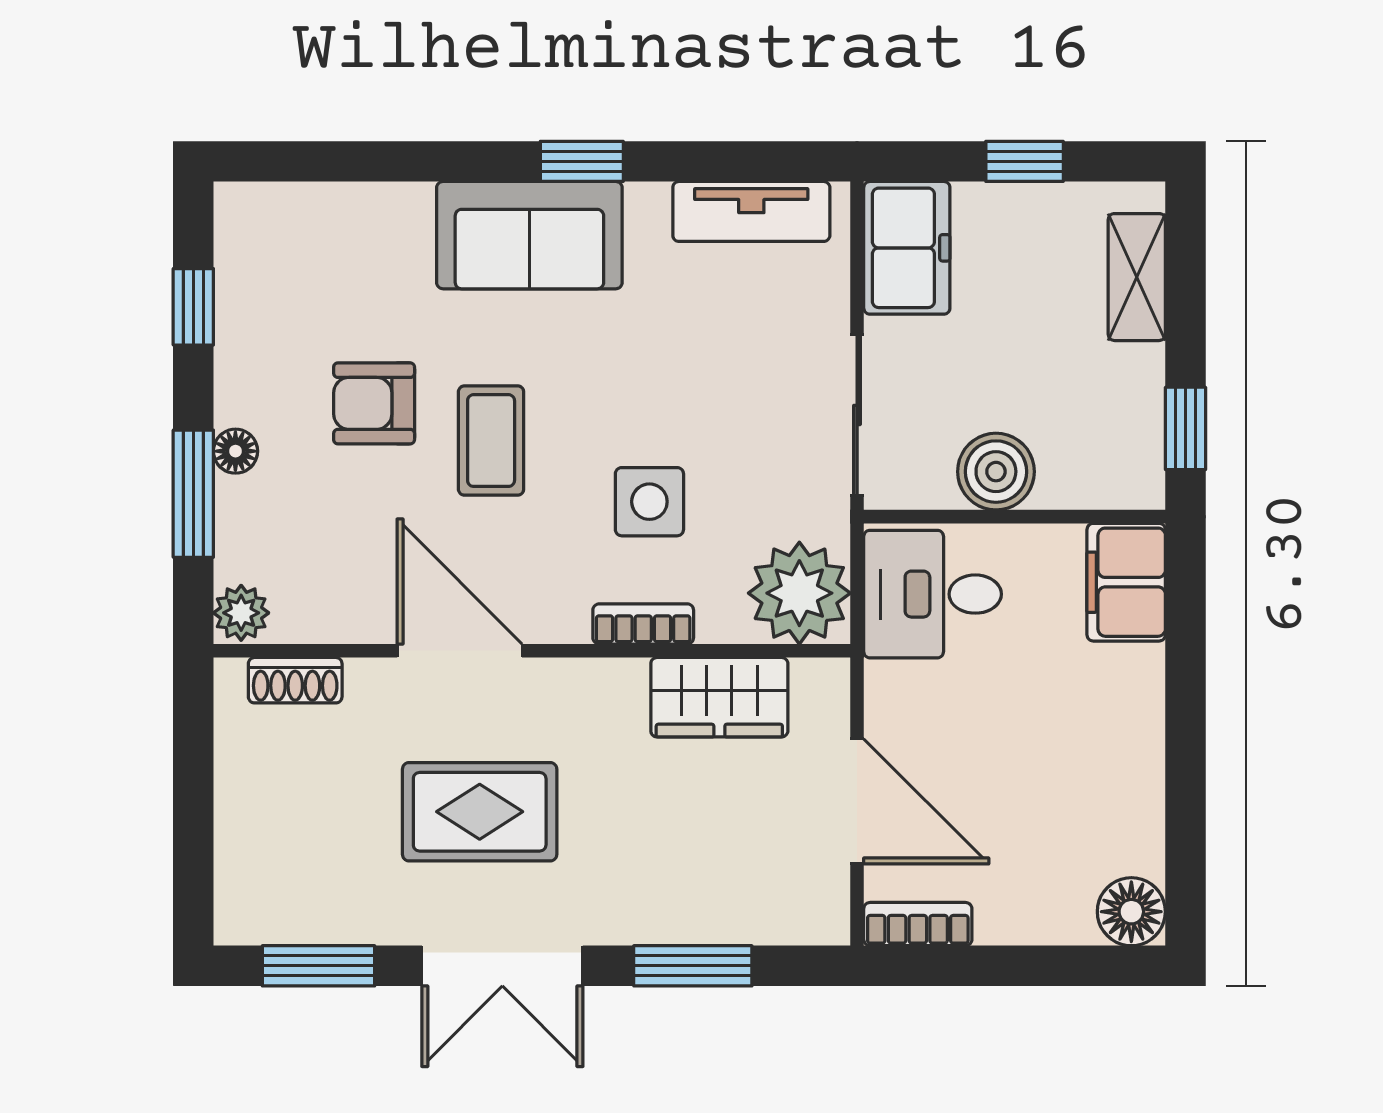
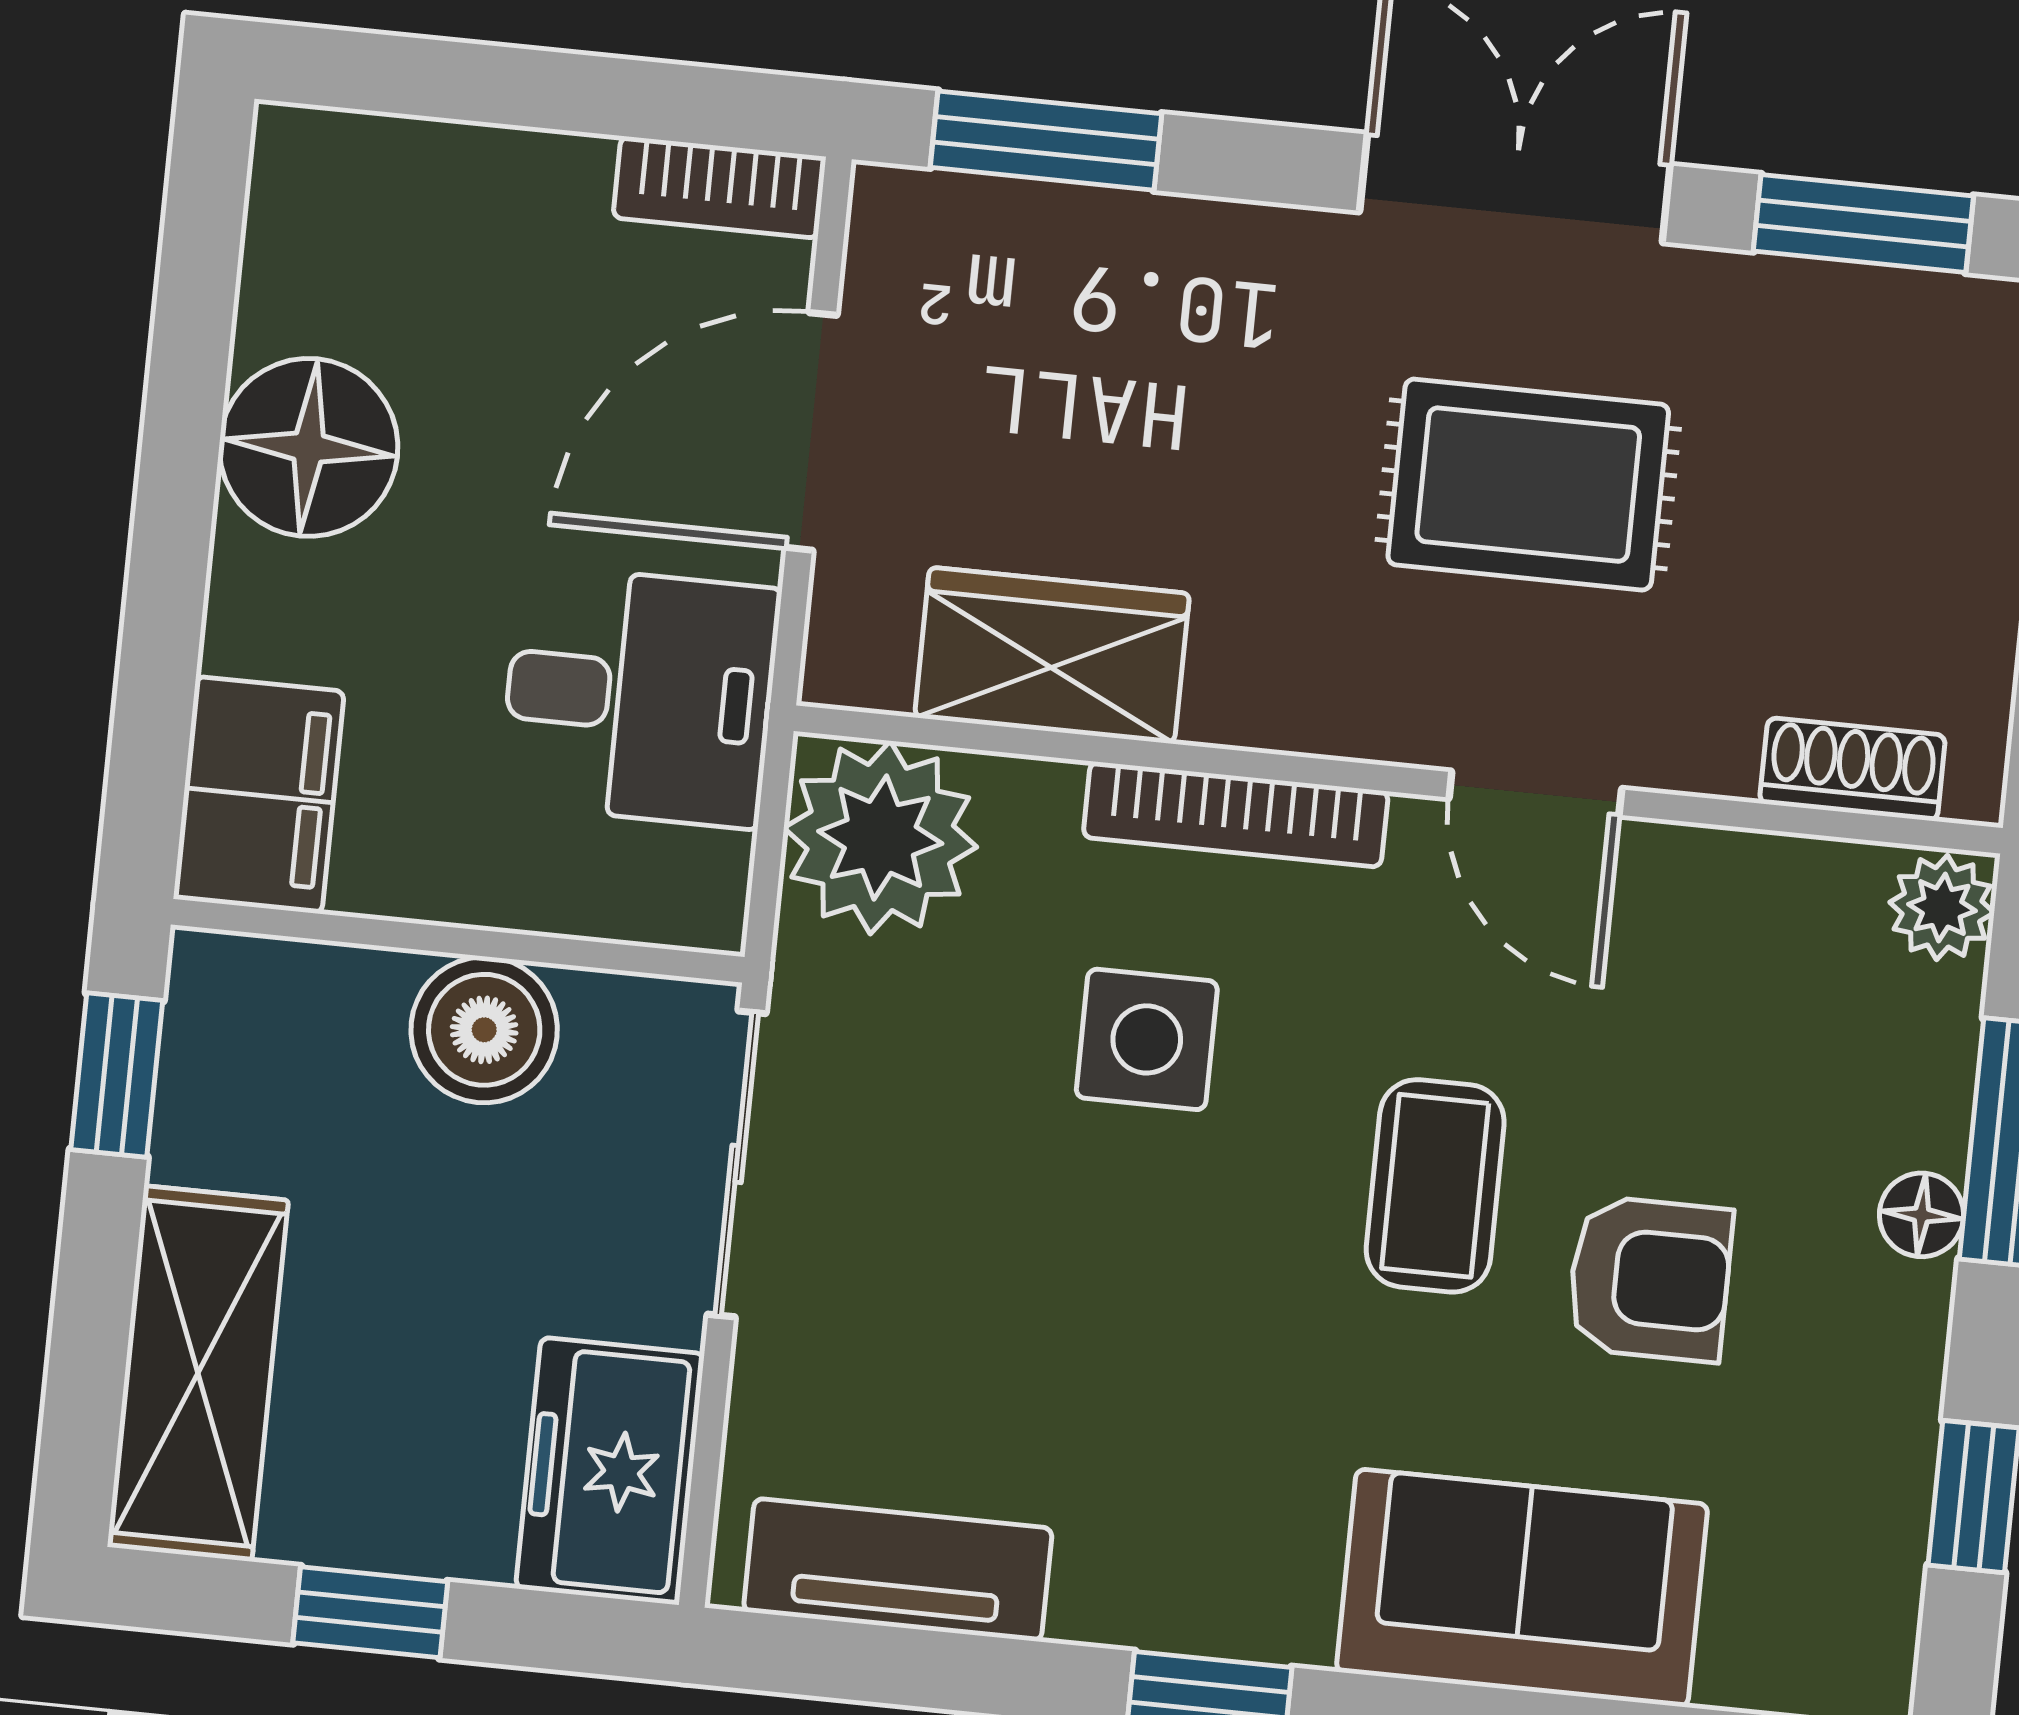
sofa: (529, 235) -> (1522, 1588), moved
shelving: (1137, 277) -> (198, 1373), width x1.50, depth x1.33
desk: (933, 594) -> (640, 696), moved
bookcase: (643, 624) -> (1236, 814), width x1.56
door: (460, 651) -> (1535, 793), width x0.73
door: (857, 801) -> (811, 431), hinge flipped
floor lamp: (1131, 912) -> (309, 447), moved, width x1.38, depth x1.38
window: (693, 966) -> (1046, 141), moved

